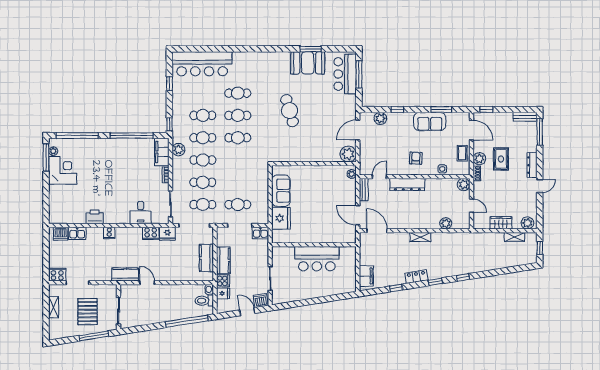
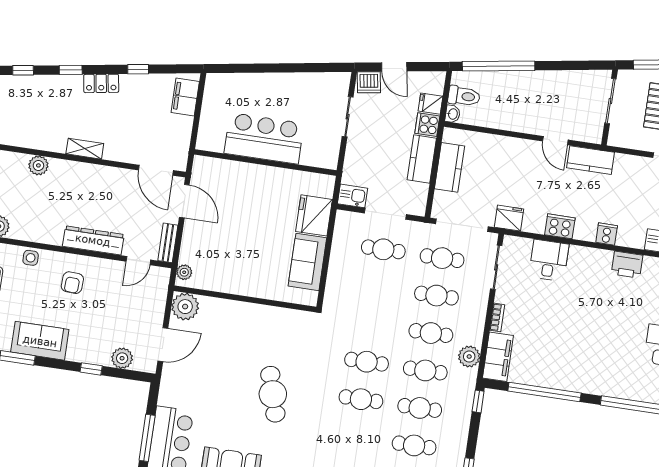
cafe table: (238, 93) -> (414, 445), moved
cooker: (151, 233) -> (560, 226), moved

